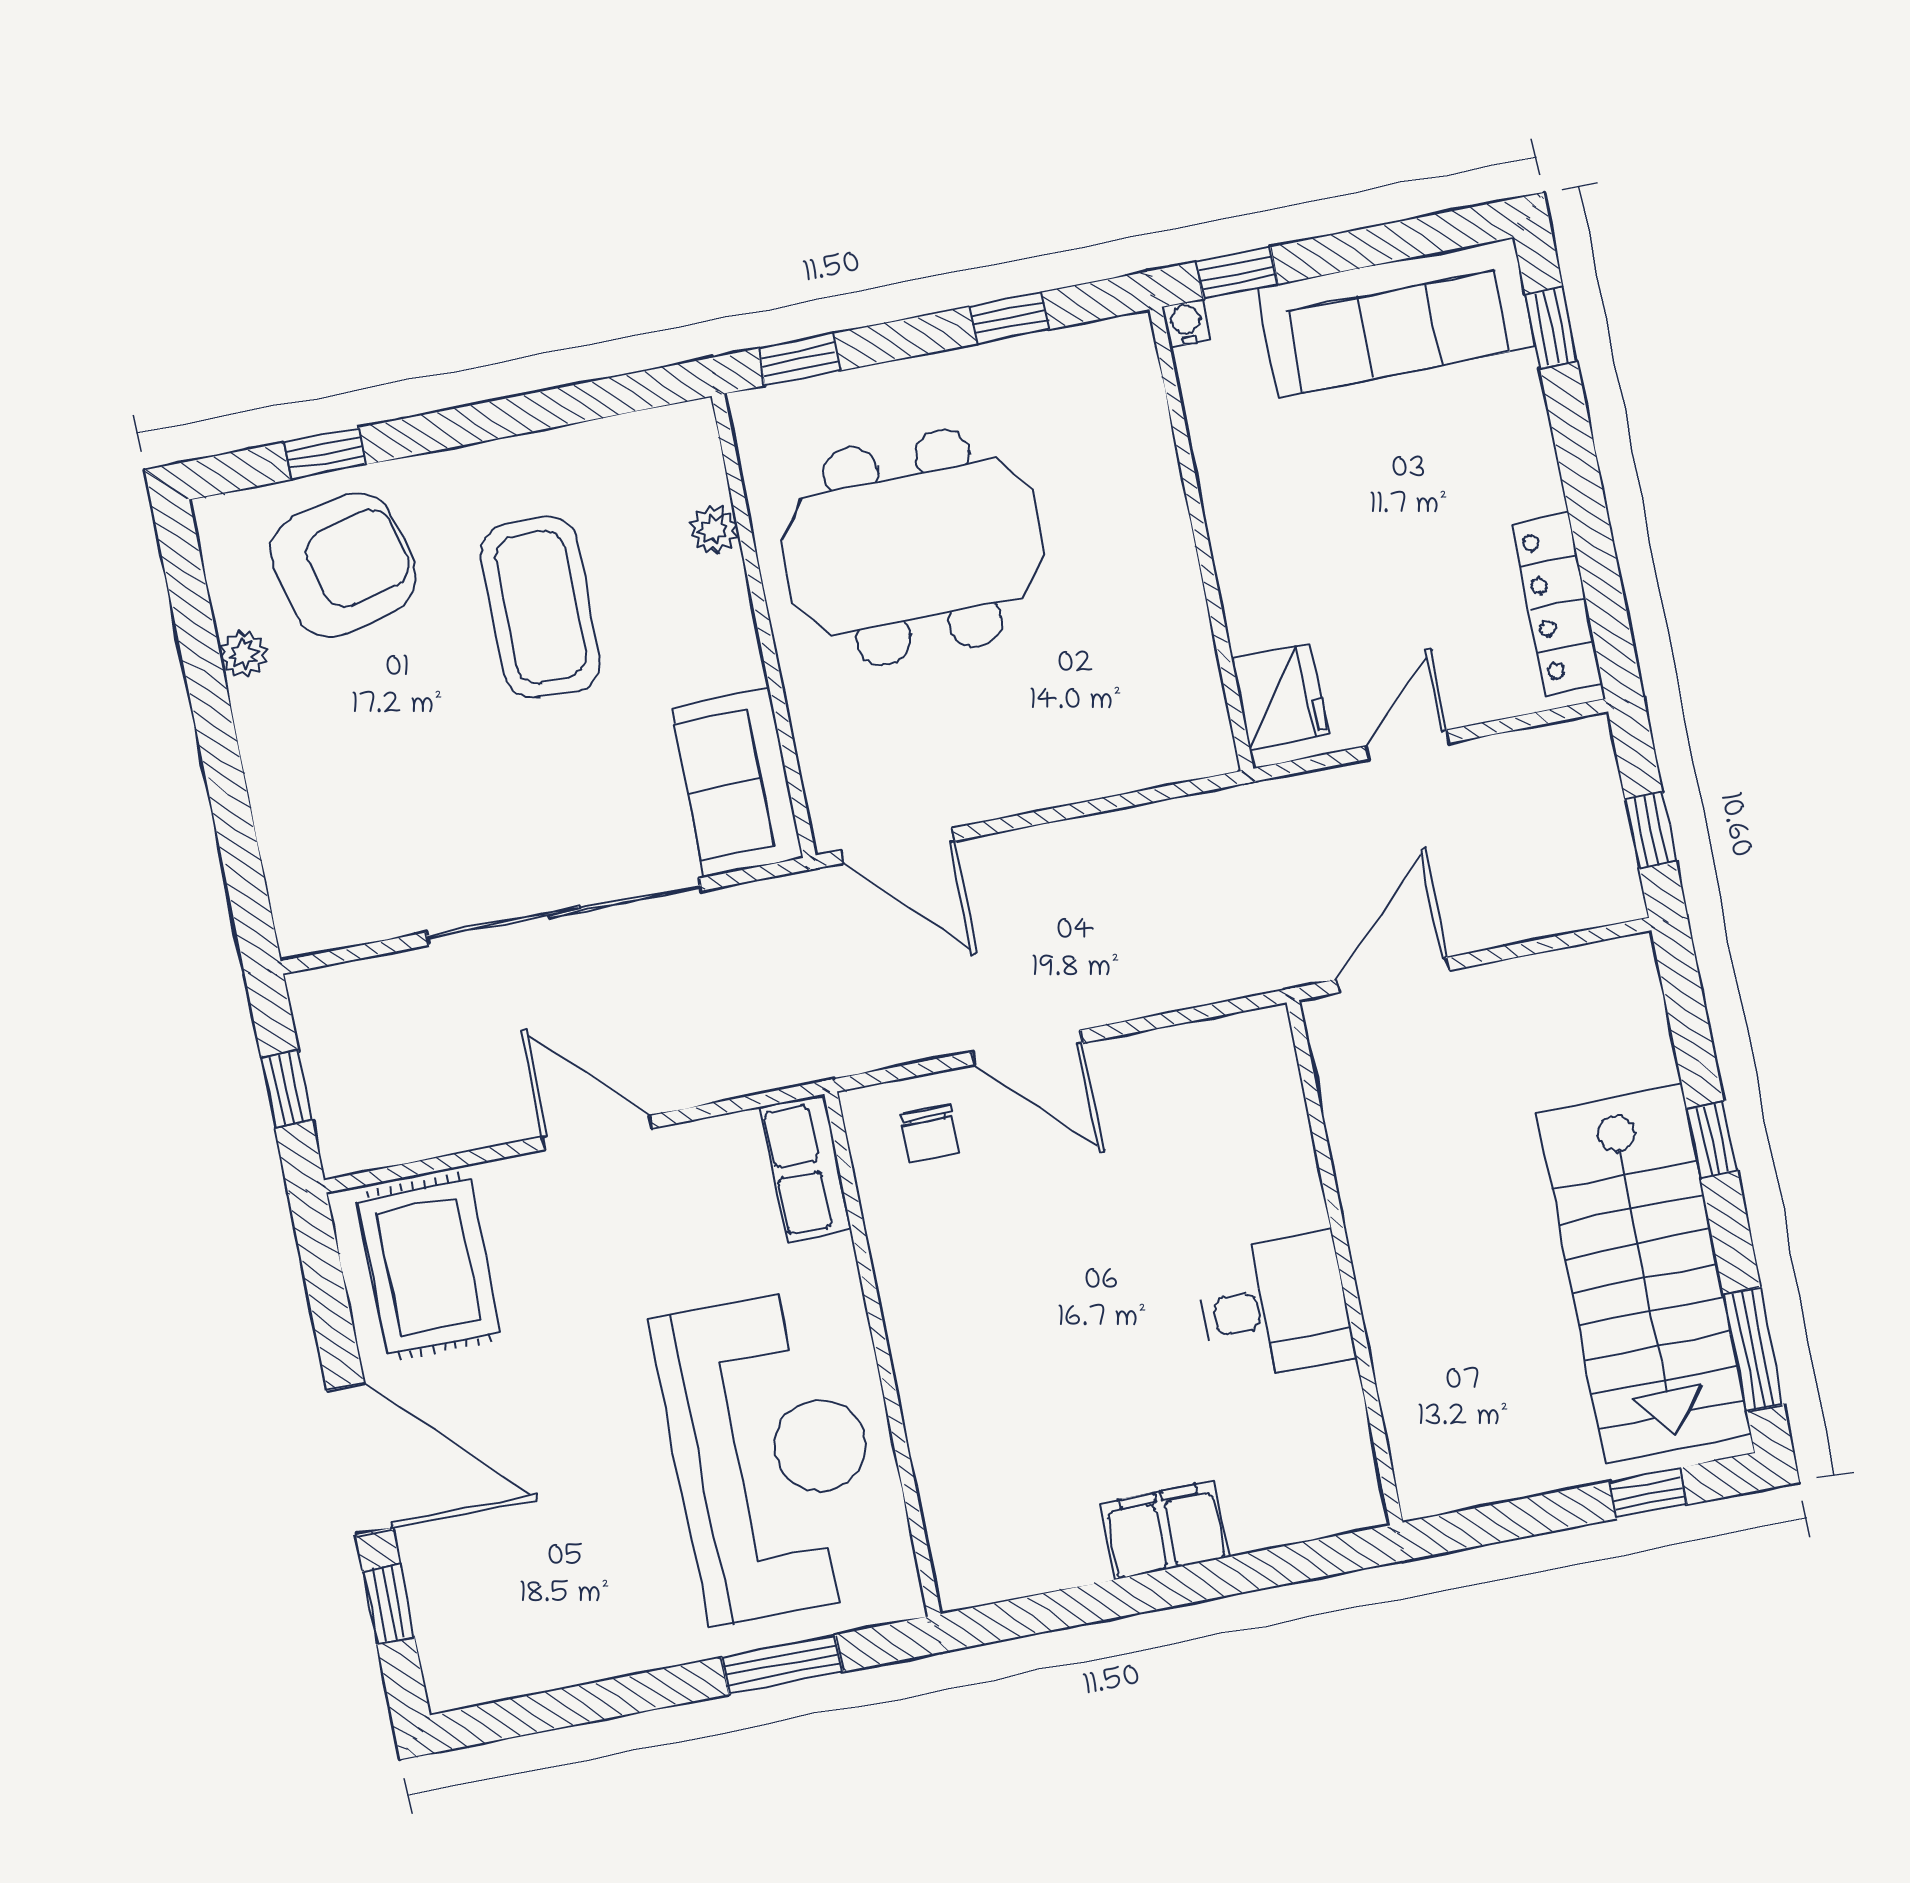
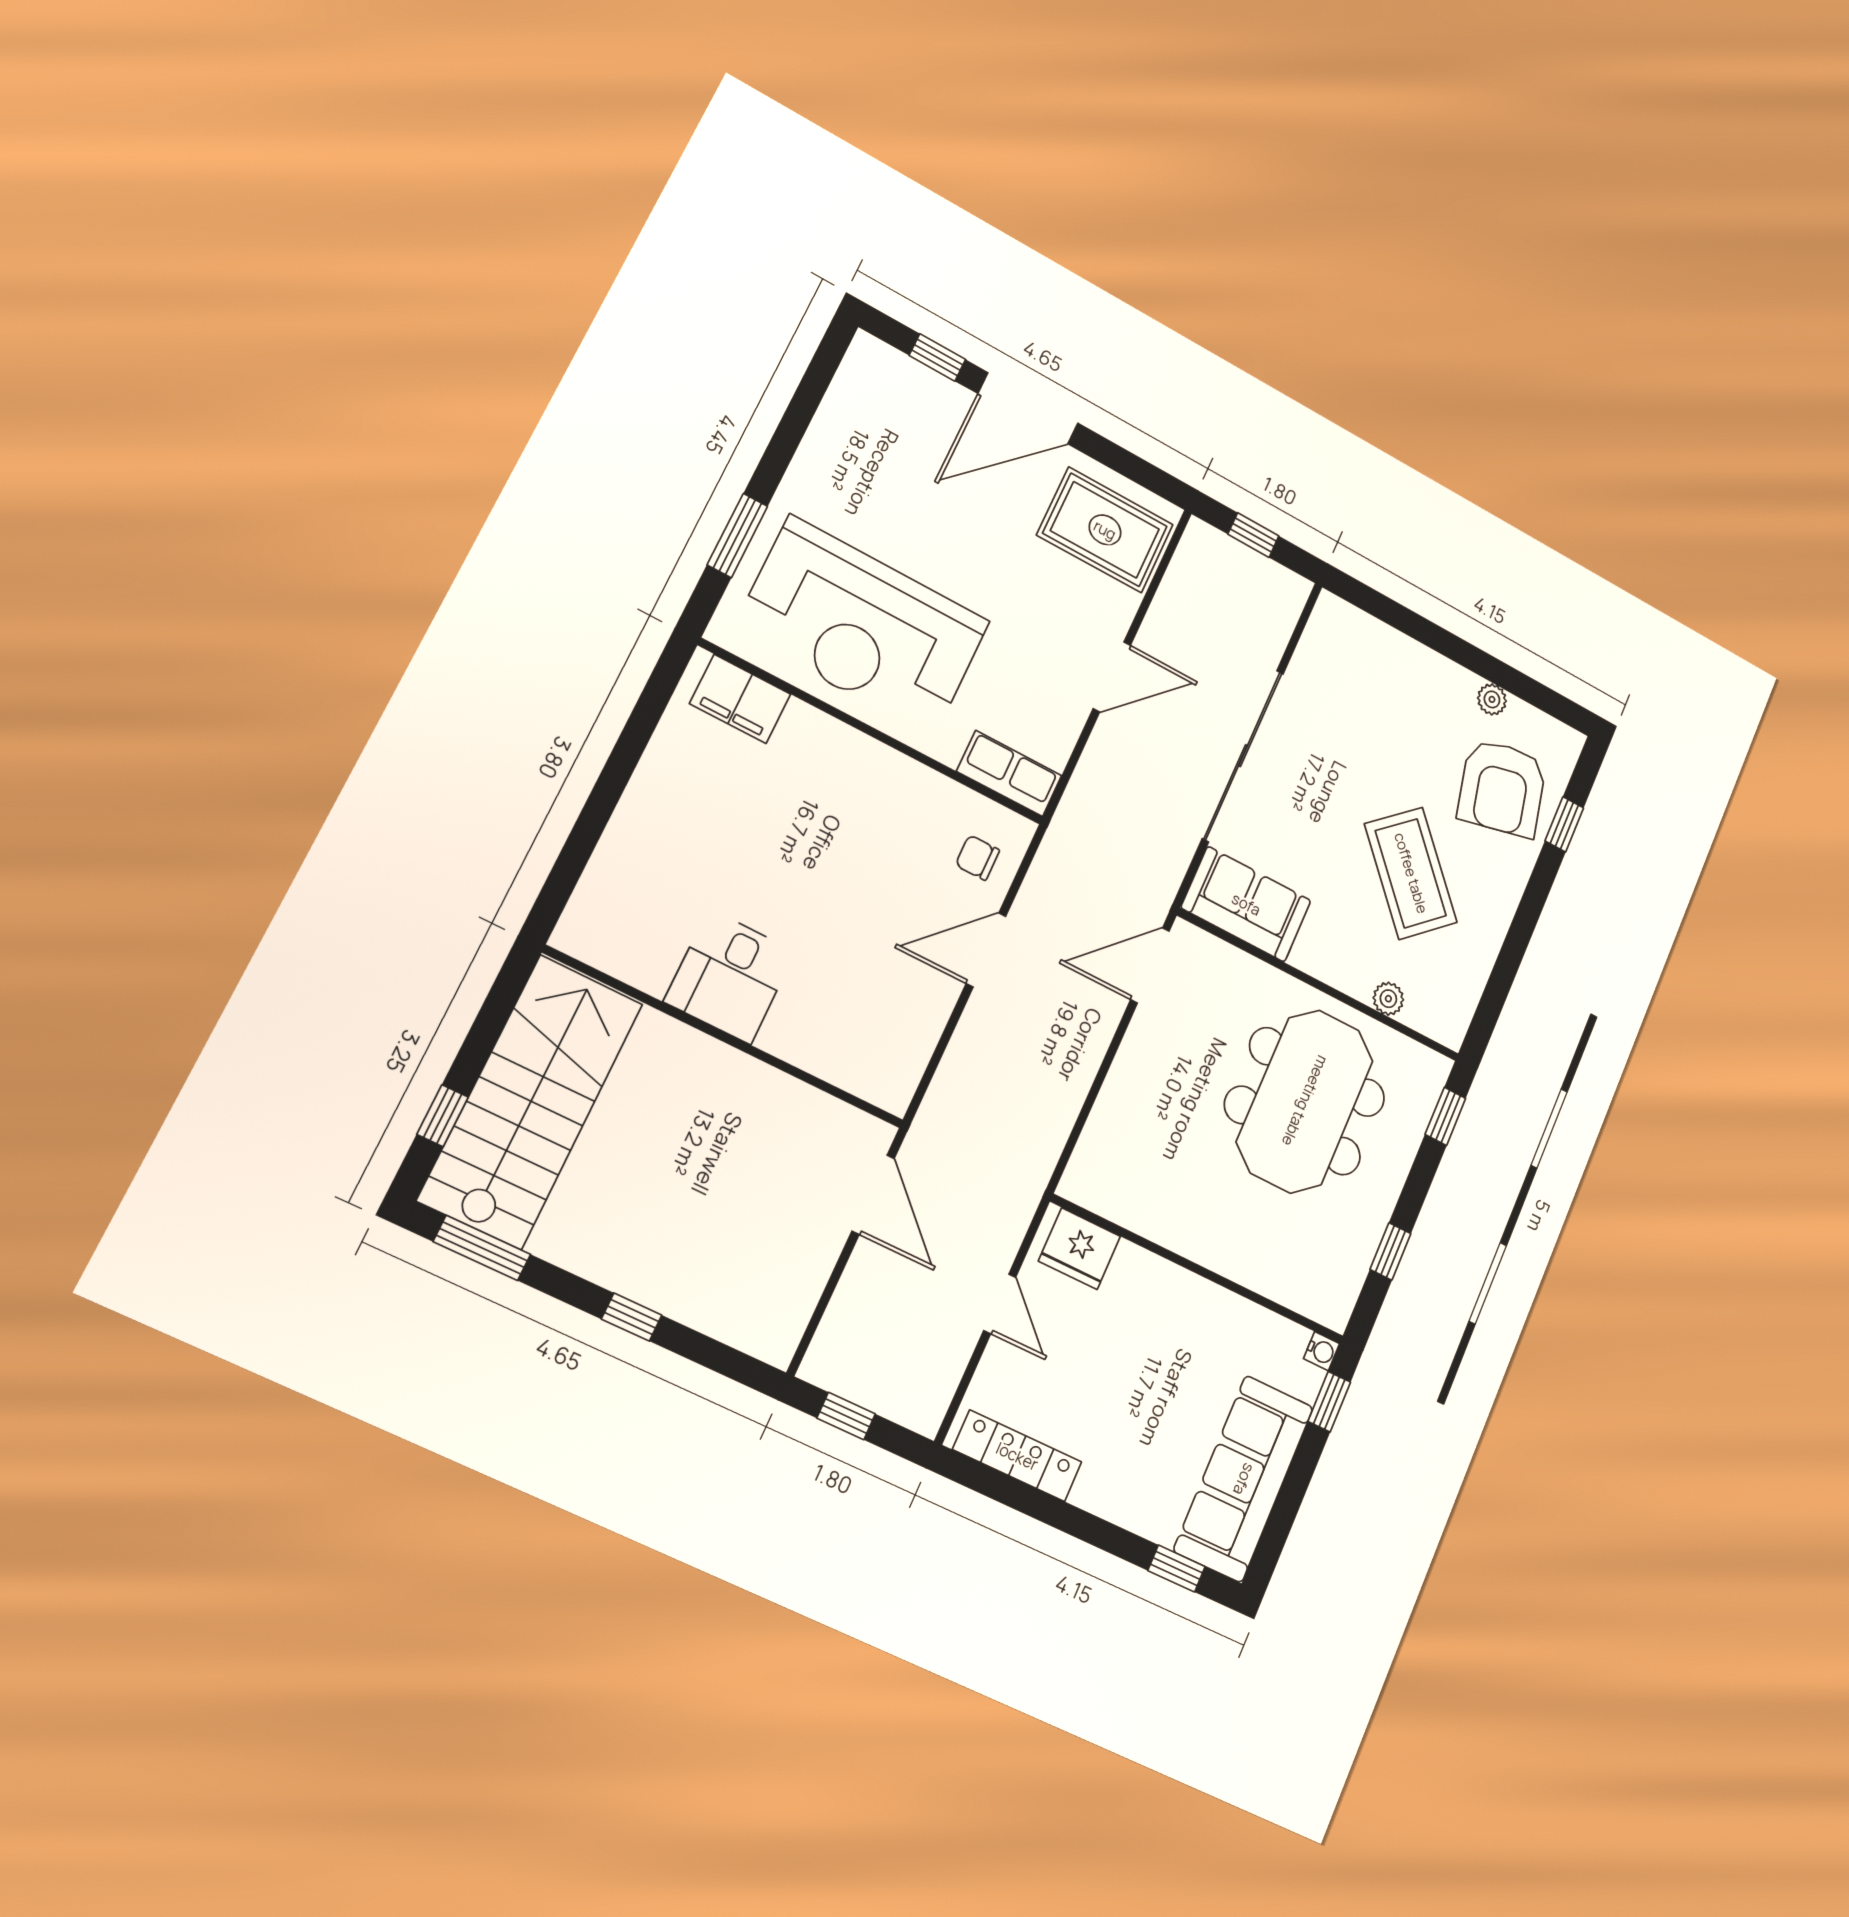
coffee table: (541, 607) -> (1411, 873), turned 48
stairs: (1644, 1273) -> (531, 1101), moved, turned 90
filing cabinet: (1165, 1530) -> (740, 699), moved, turned 90

